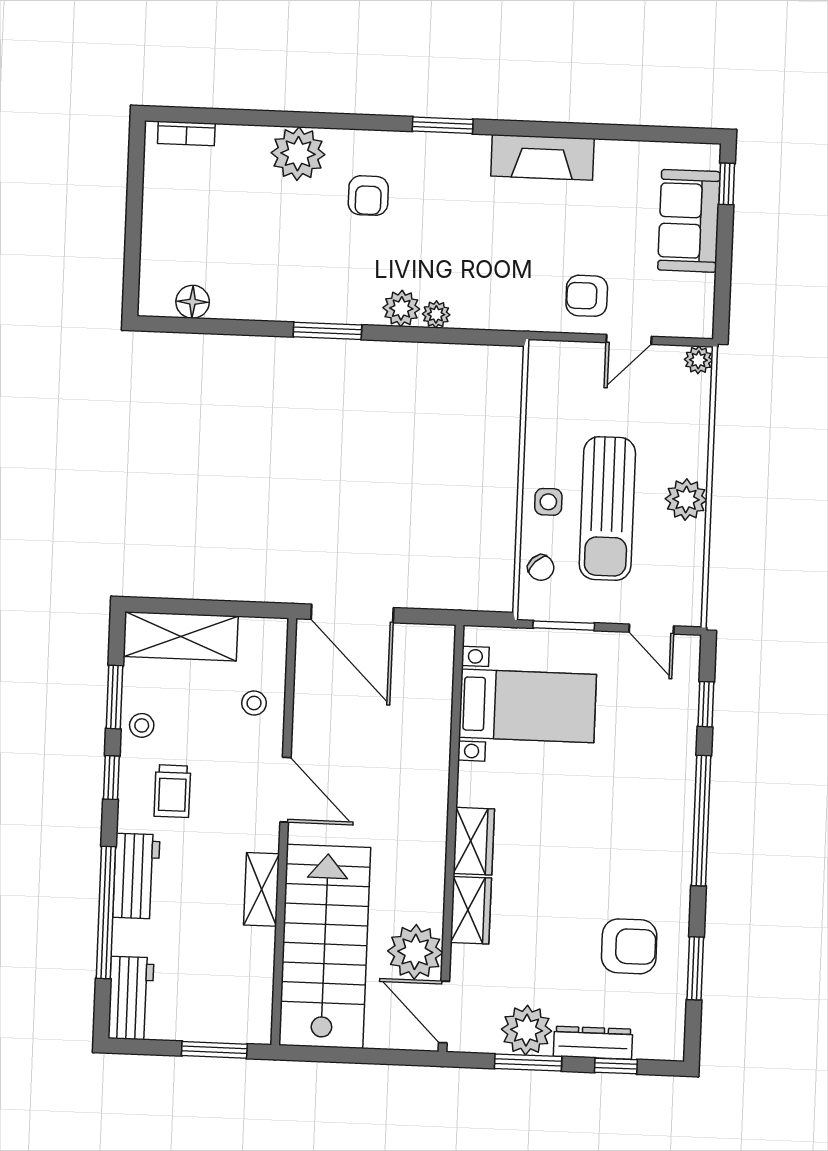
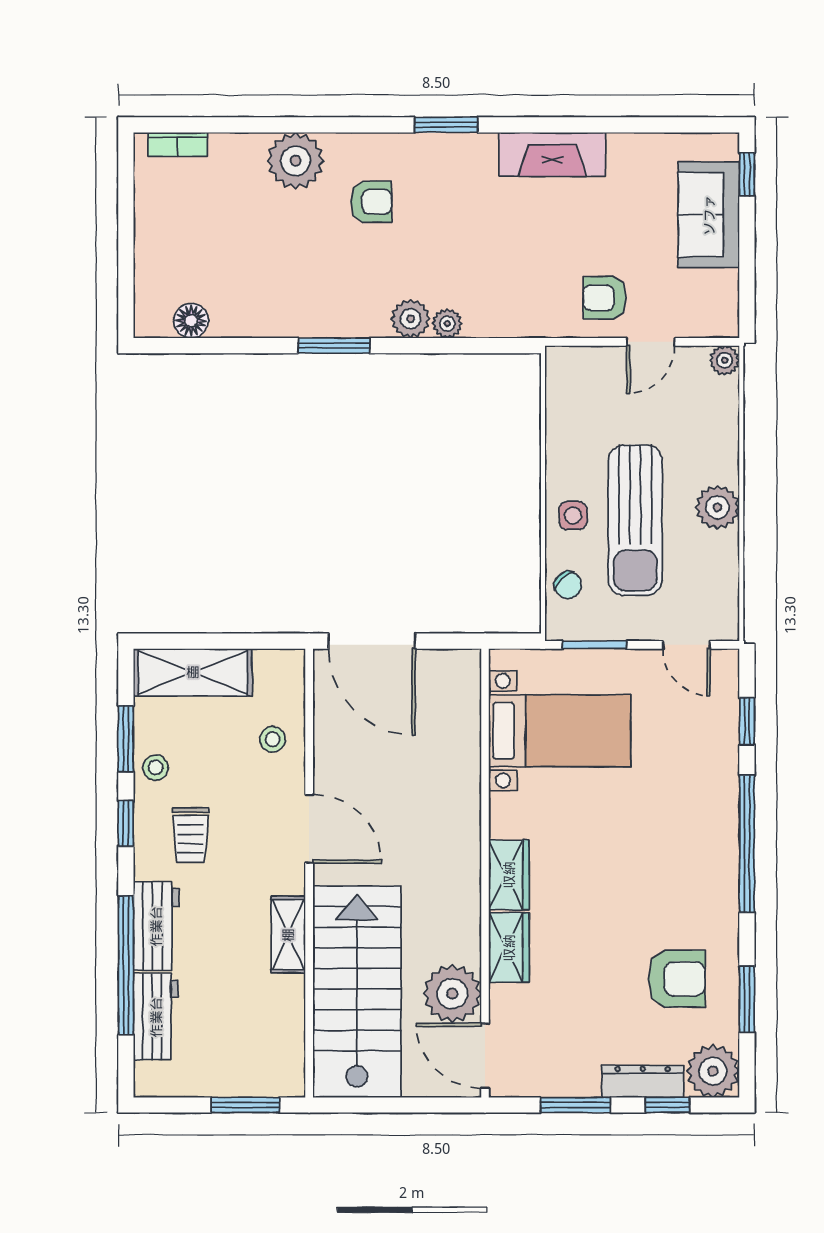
armchair: (368, 196) -> (371, 202), turned -90
workbench: (131, 998) -> (156, 1017), moved
plant: (526, 1030) -> (713, 1071), moved

